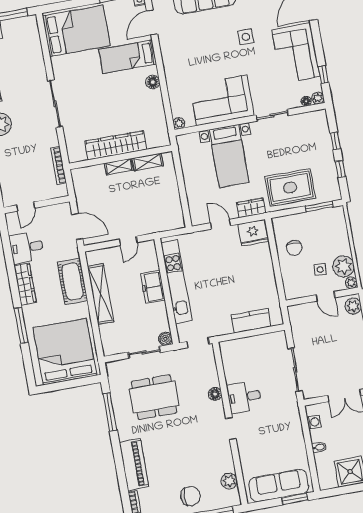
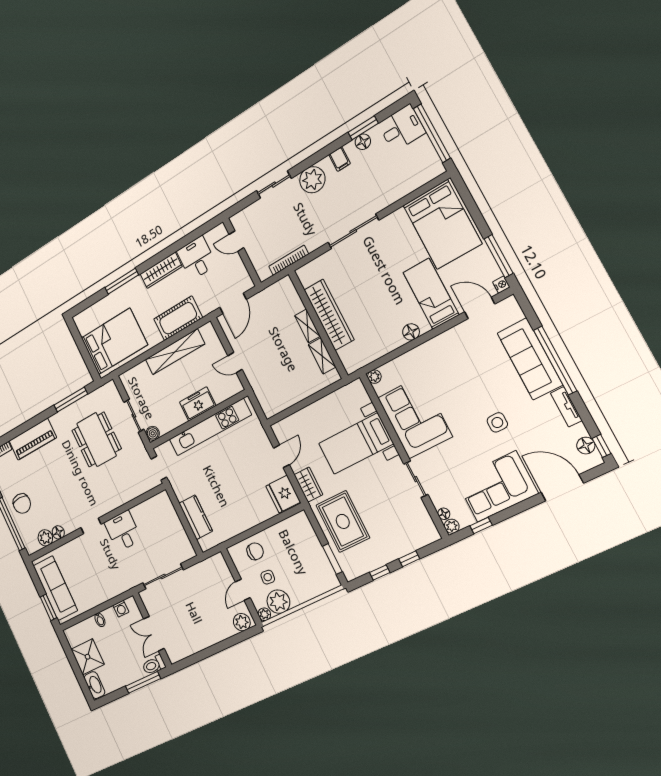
chair: (294, 248) -> (255, 551), moved, turned 180
bed: (65, 352) -> (114, 341), width x0.73
floor lamp: (215, 394) -> (58, 532), moved

